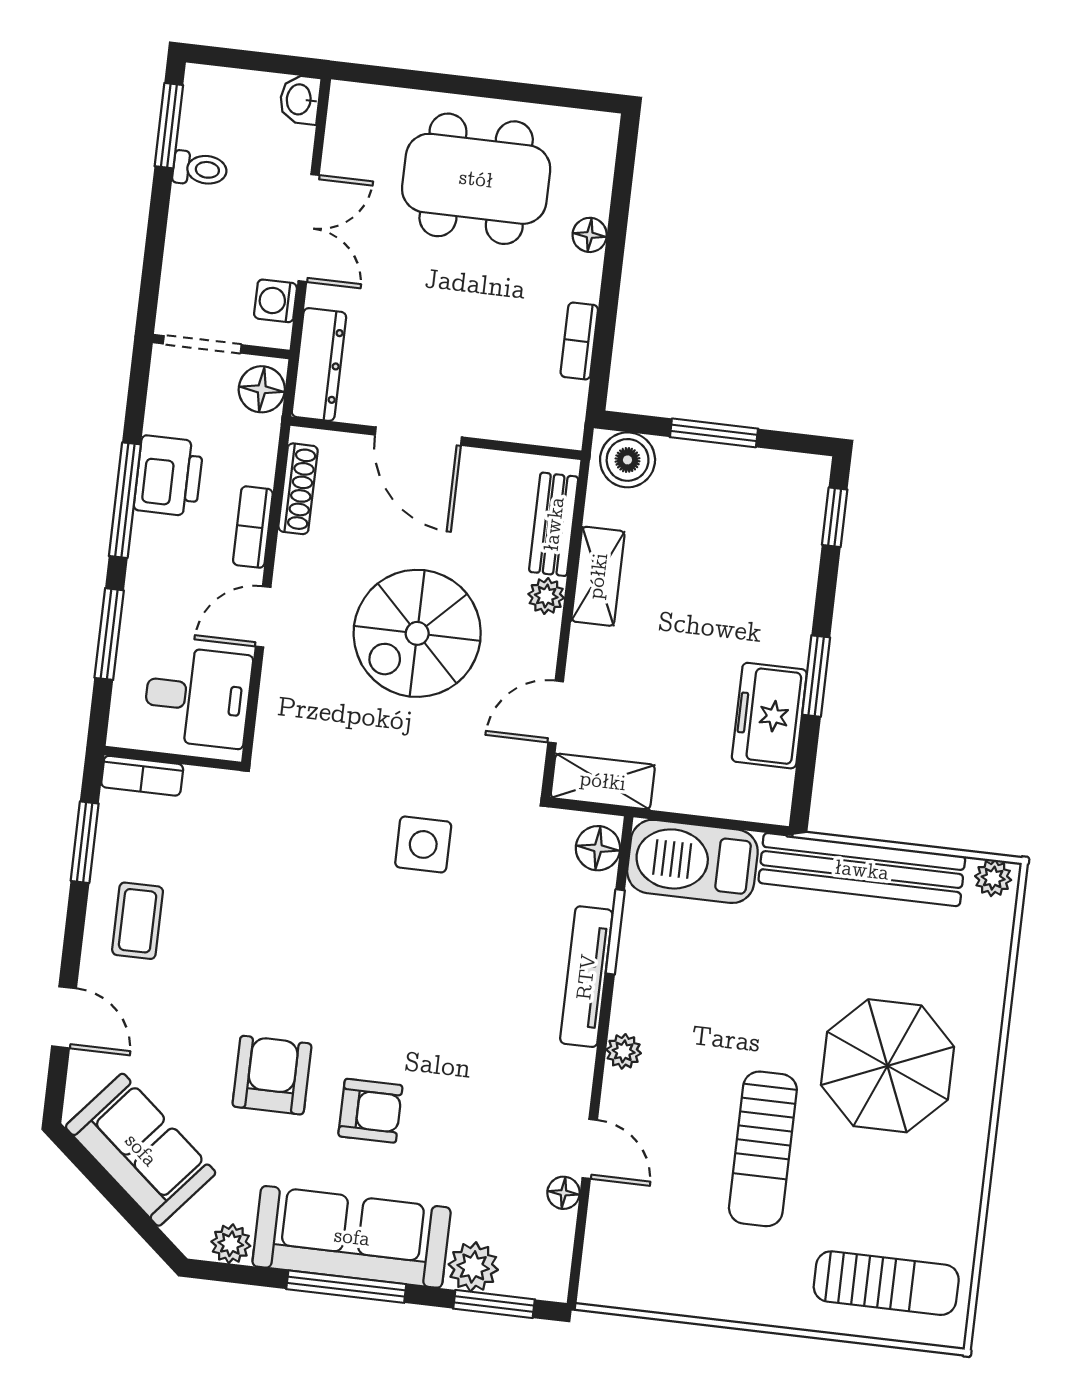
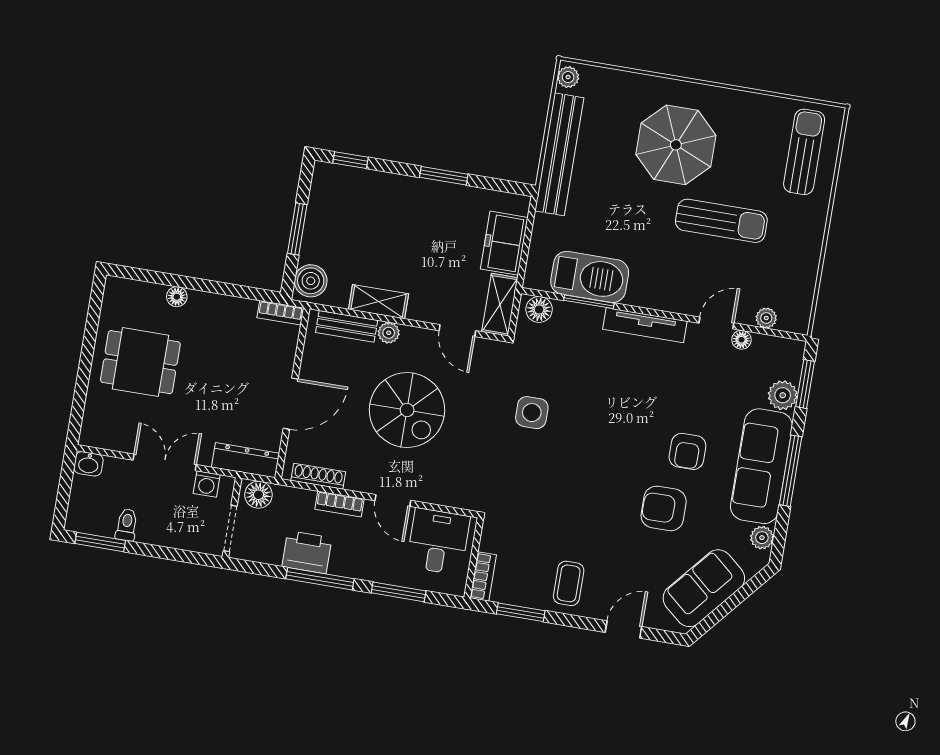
dining table: (476, 179) -> (140, 362), width x0.73
bookcase: (579, 341) -> (280, 313), moved
freezer: (769, 716) -> (504, 243), moved, turned 90
barbecue: (692, 861) -> (590, 277), moved, turned -90
coffee table: (138, 921) -> (569, 583), turned 90
tv unit: (586, 977) -> (645, 325), moved
plant: (624, 1051) -> (766, 318), moved
armchair: (370, 1111) -> (687, 451), turned 180

